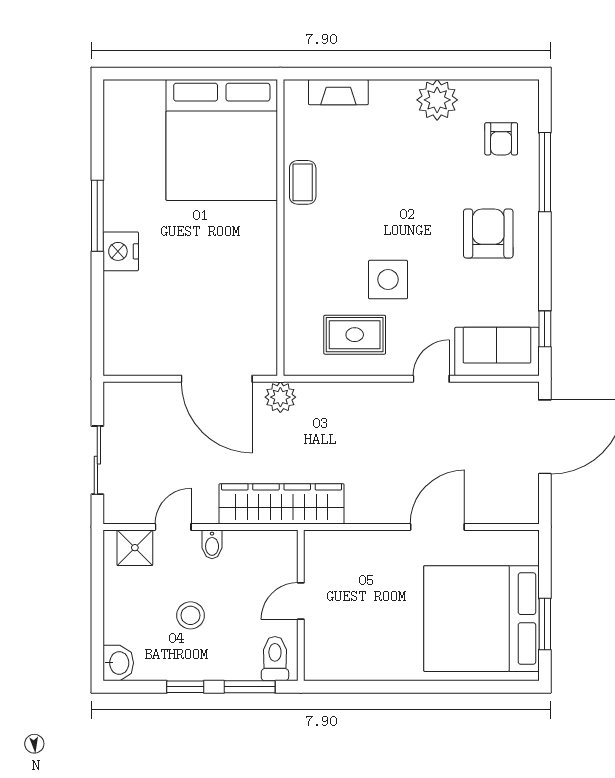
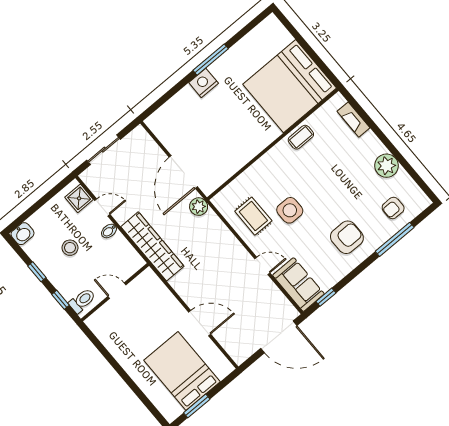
bed: (481, 619) -> (182, 371), width x0.73
window: (250, 687) -> (60, 300), width x0.67

